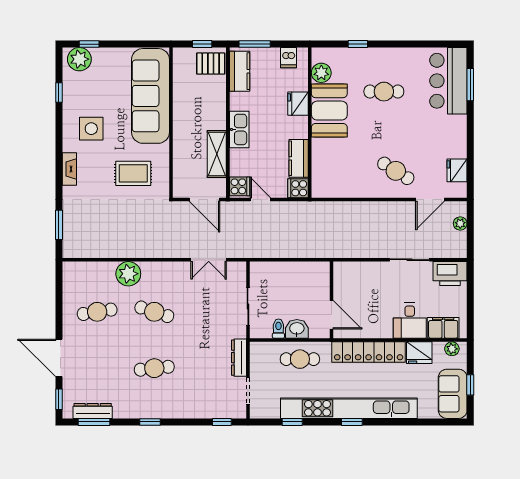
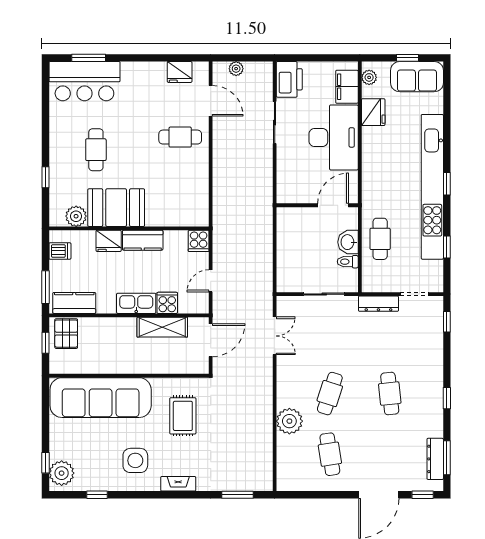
kitchen counter: (299, 158) -> (143, 240), moved
cafe table: (396, 171) -> (180, 137), turned 58
cooker: (240, 186) -> (167, 303), moved
desk: (410, 321) -> (334, 137), width x1.87, depth x1.30
locker: (369, 352) -> (373, 166), removed

